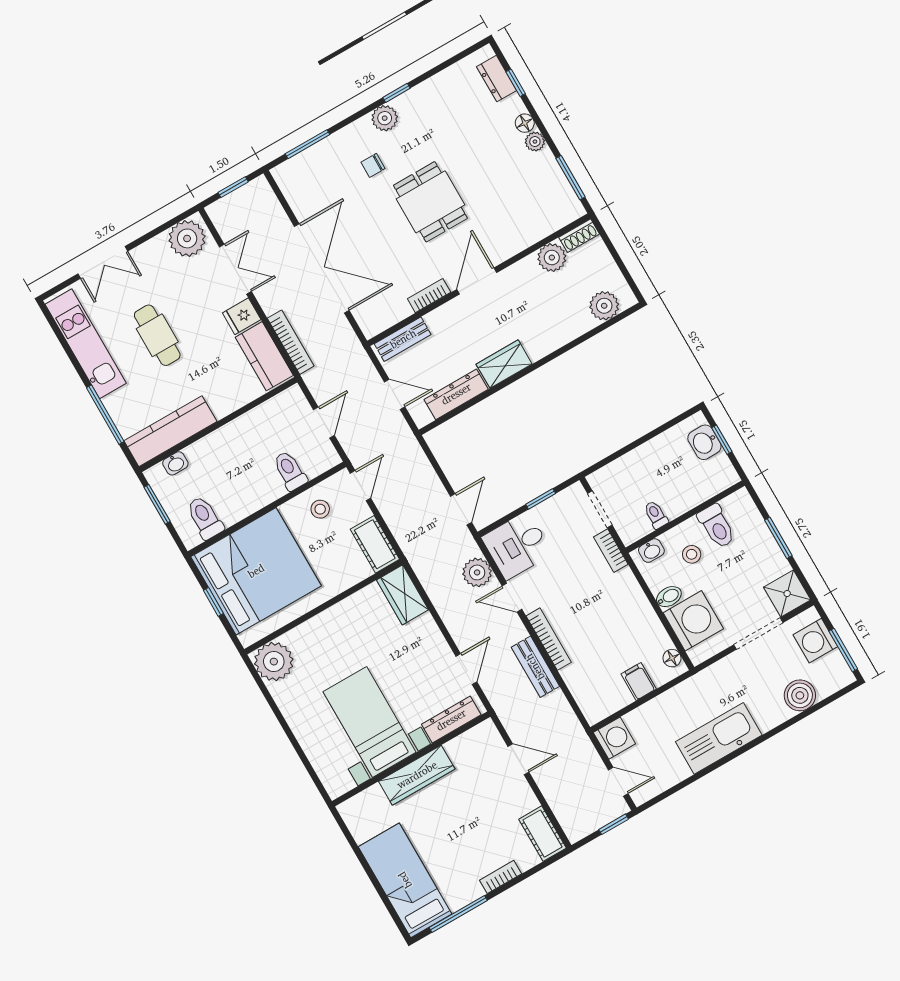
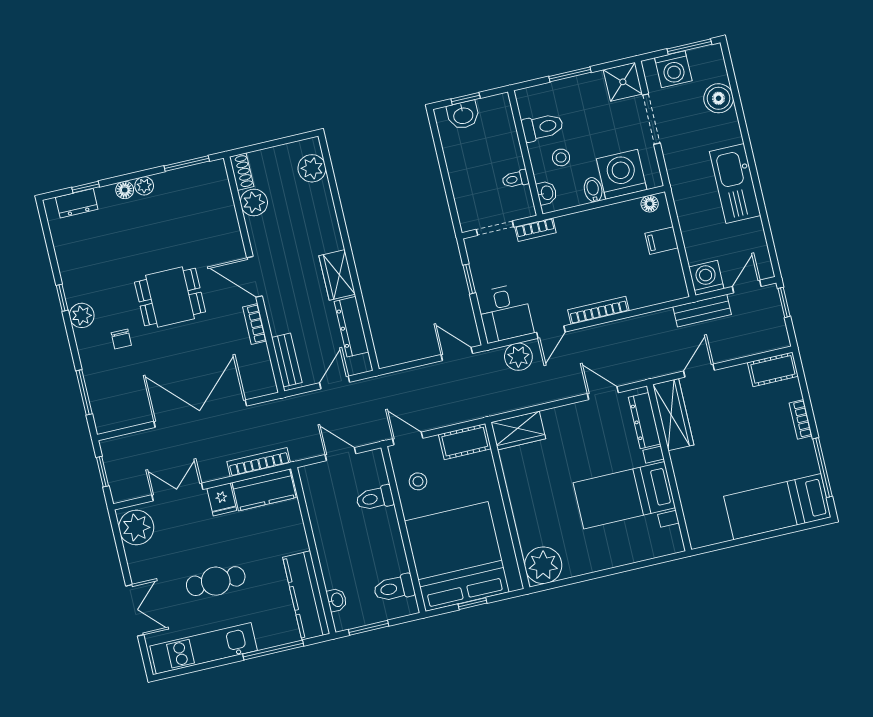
bench: (535, 667) -> (702, 311), moved
wardrobe: (417, 775) -> (673, 415), moved

